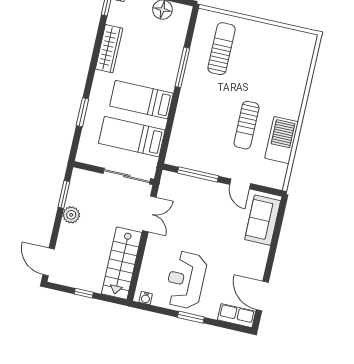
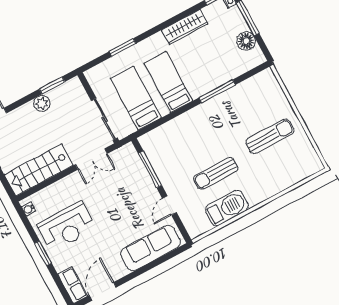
sun lounger: (221, 49) -> (270, 136), moved
sofa: (263, 220) -> (151, 248), width x1.36
reception desk: (186, 280) -> (67, 227), turned 180

